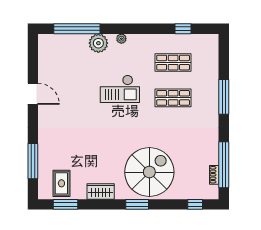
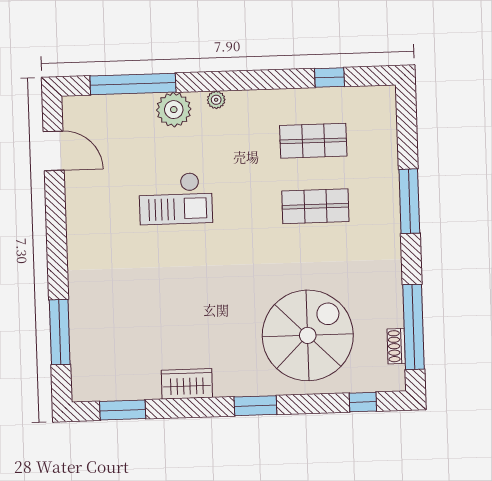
checkout: (120, 89) -> (176, 199), moved
door: (33, 94) -> (54, 151), moved
spiral stairs: (149, 172) -> (308, 335), moved
rug: (61, 183) -> (114, 371), removed

